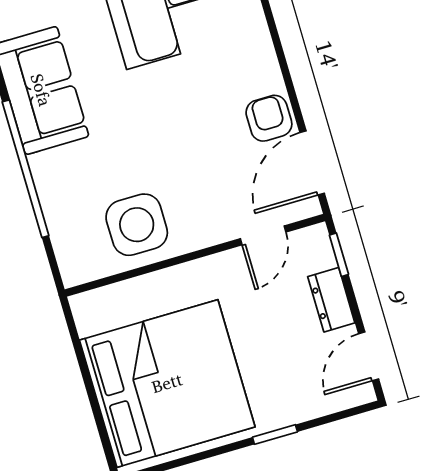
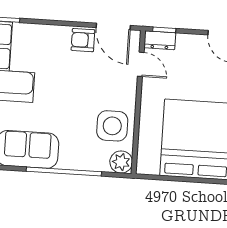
plant: (79, 263) -> (121, 162), added
dresser: (331, 300) -> (160, 40), moved

